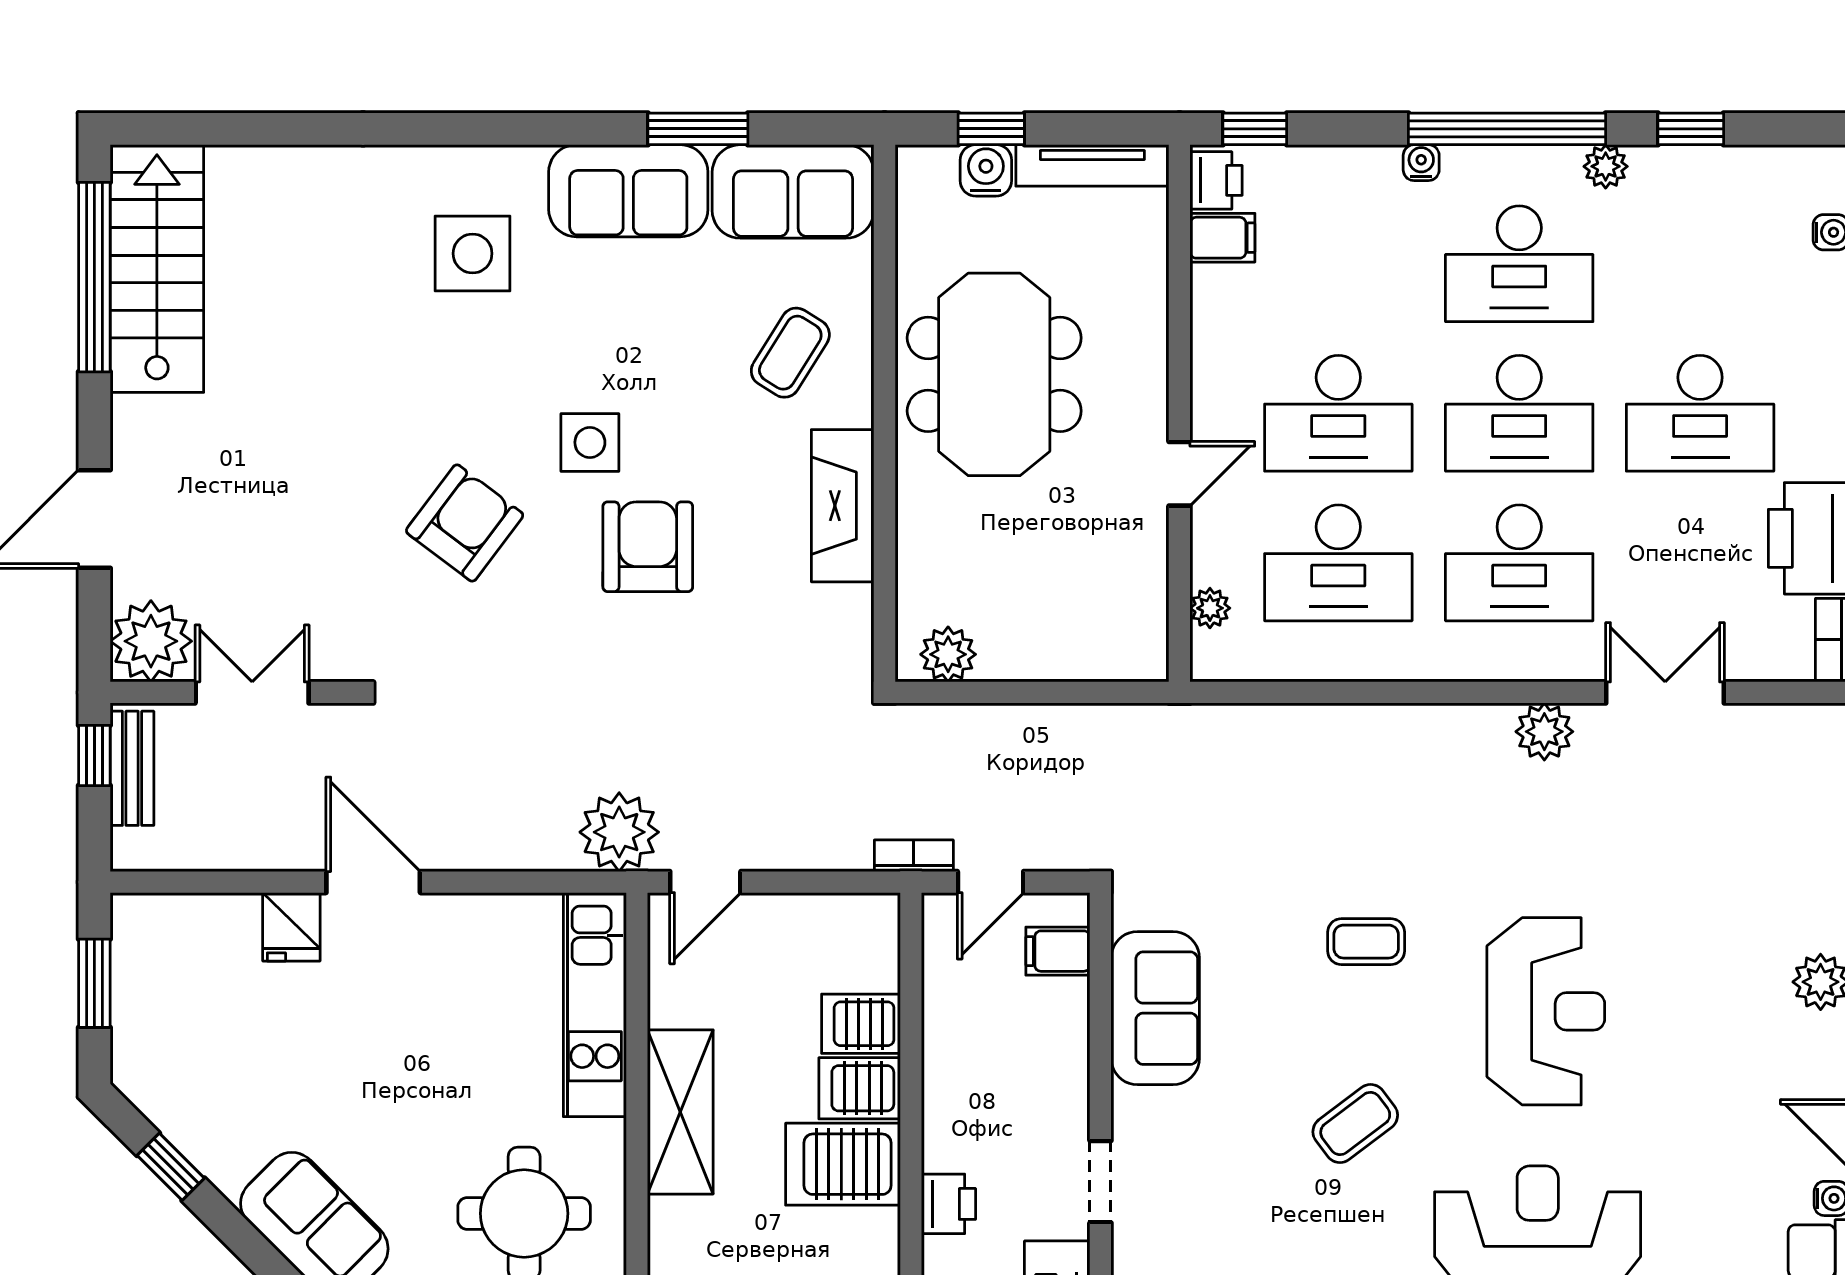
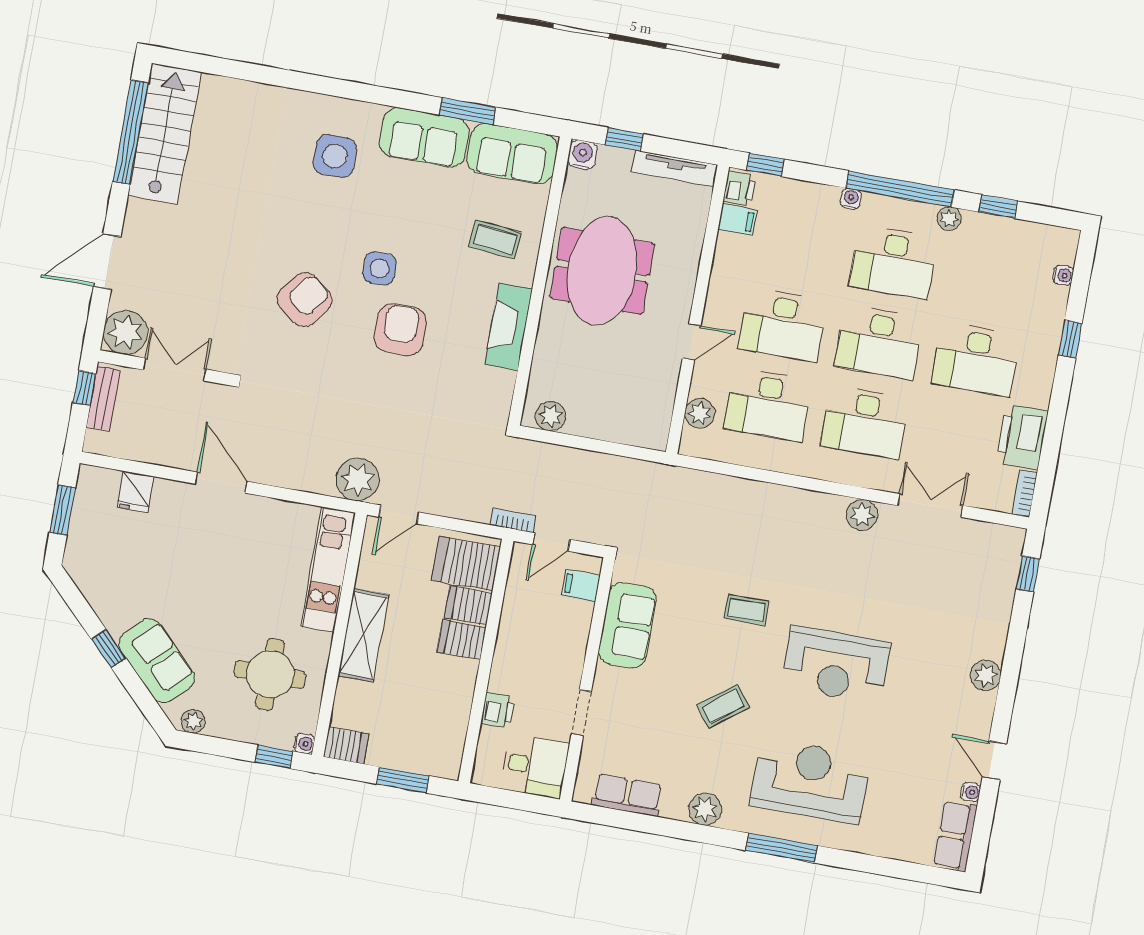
water cooler: (986, 170) -> (582, 155), moved
coffee table: (790, 353) -> (495, 240), turned 63
plant: (1210, 608) -> (700, 413), width x1.38, depth x1.38
fridge: (291, 927) -> (136, 492), moved
reception desk: (1546, 1011) -> (836, 665), turned 90
server rack: (843, 1164) -> (466, 564), moved
window: (171, 1167) -> (109, 649), moved

